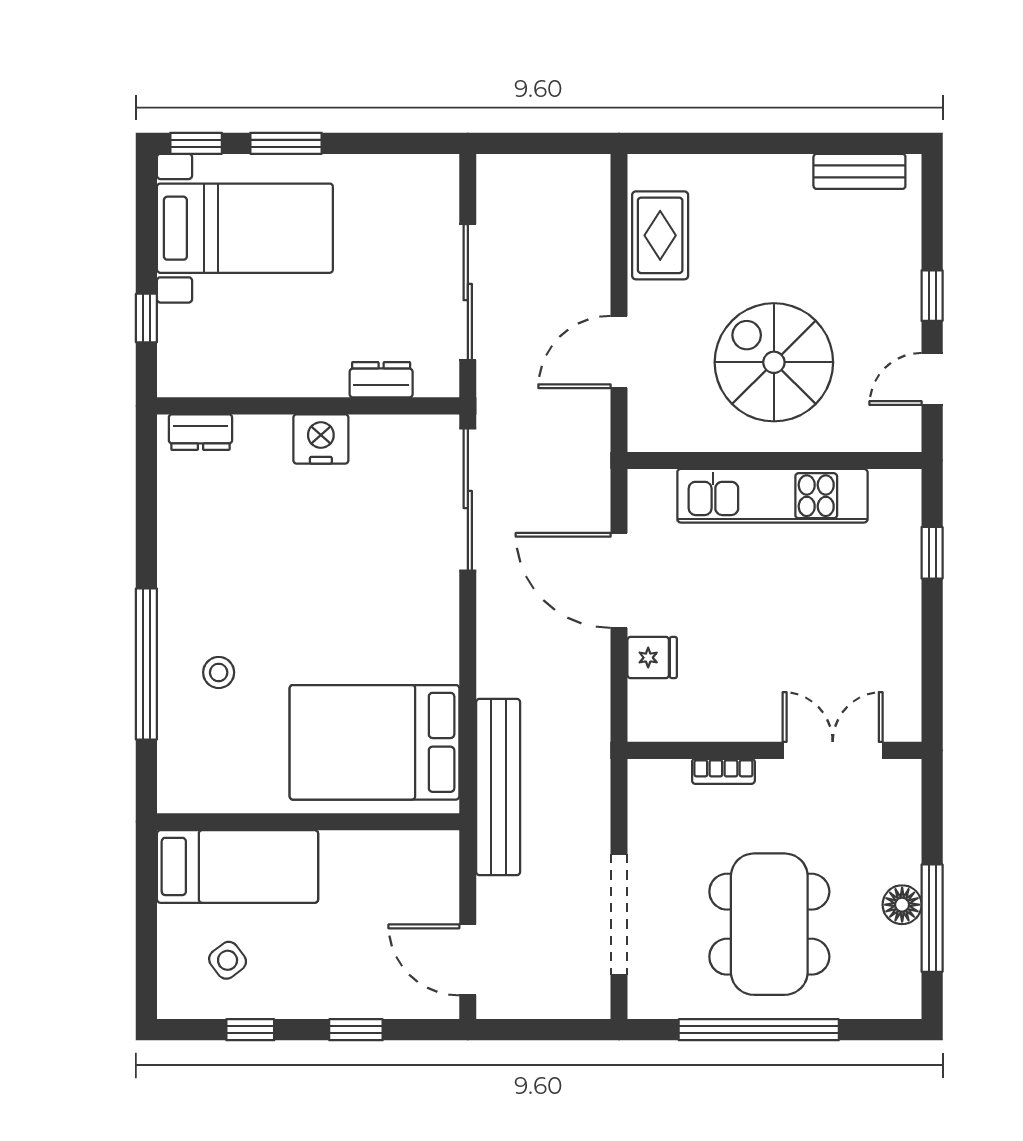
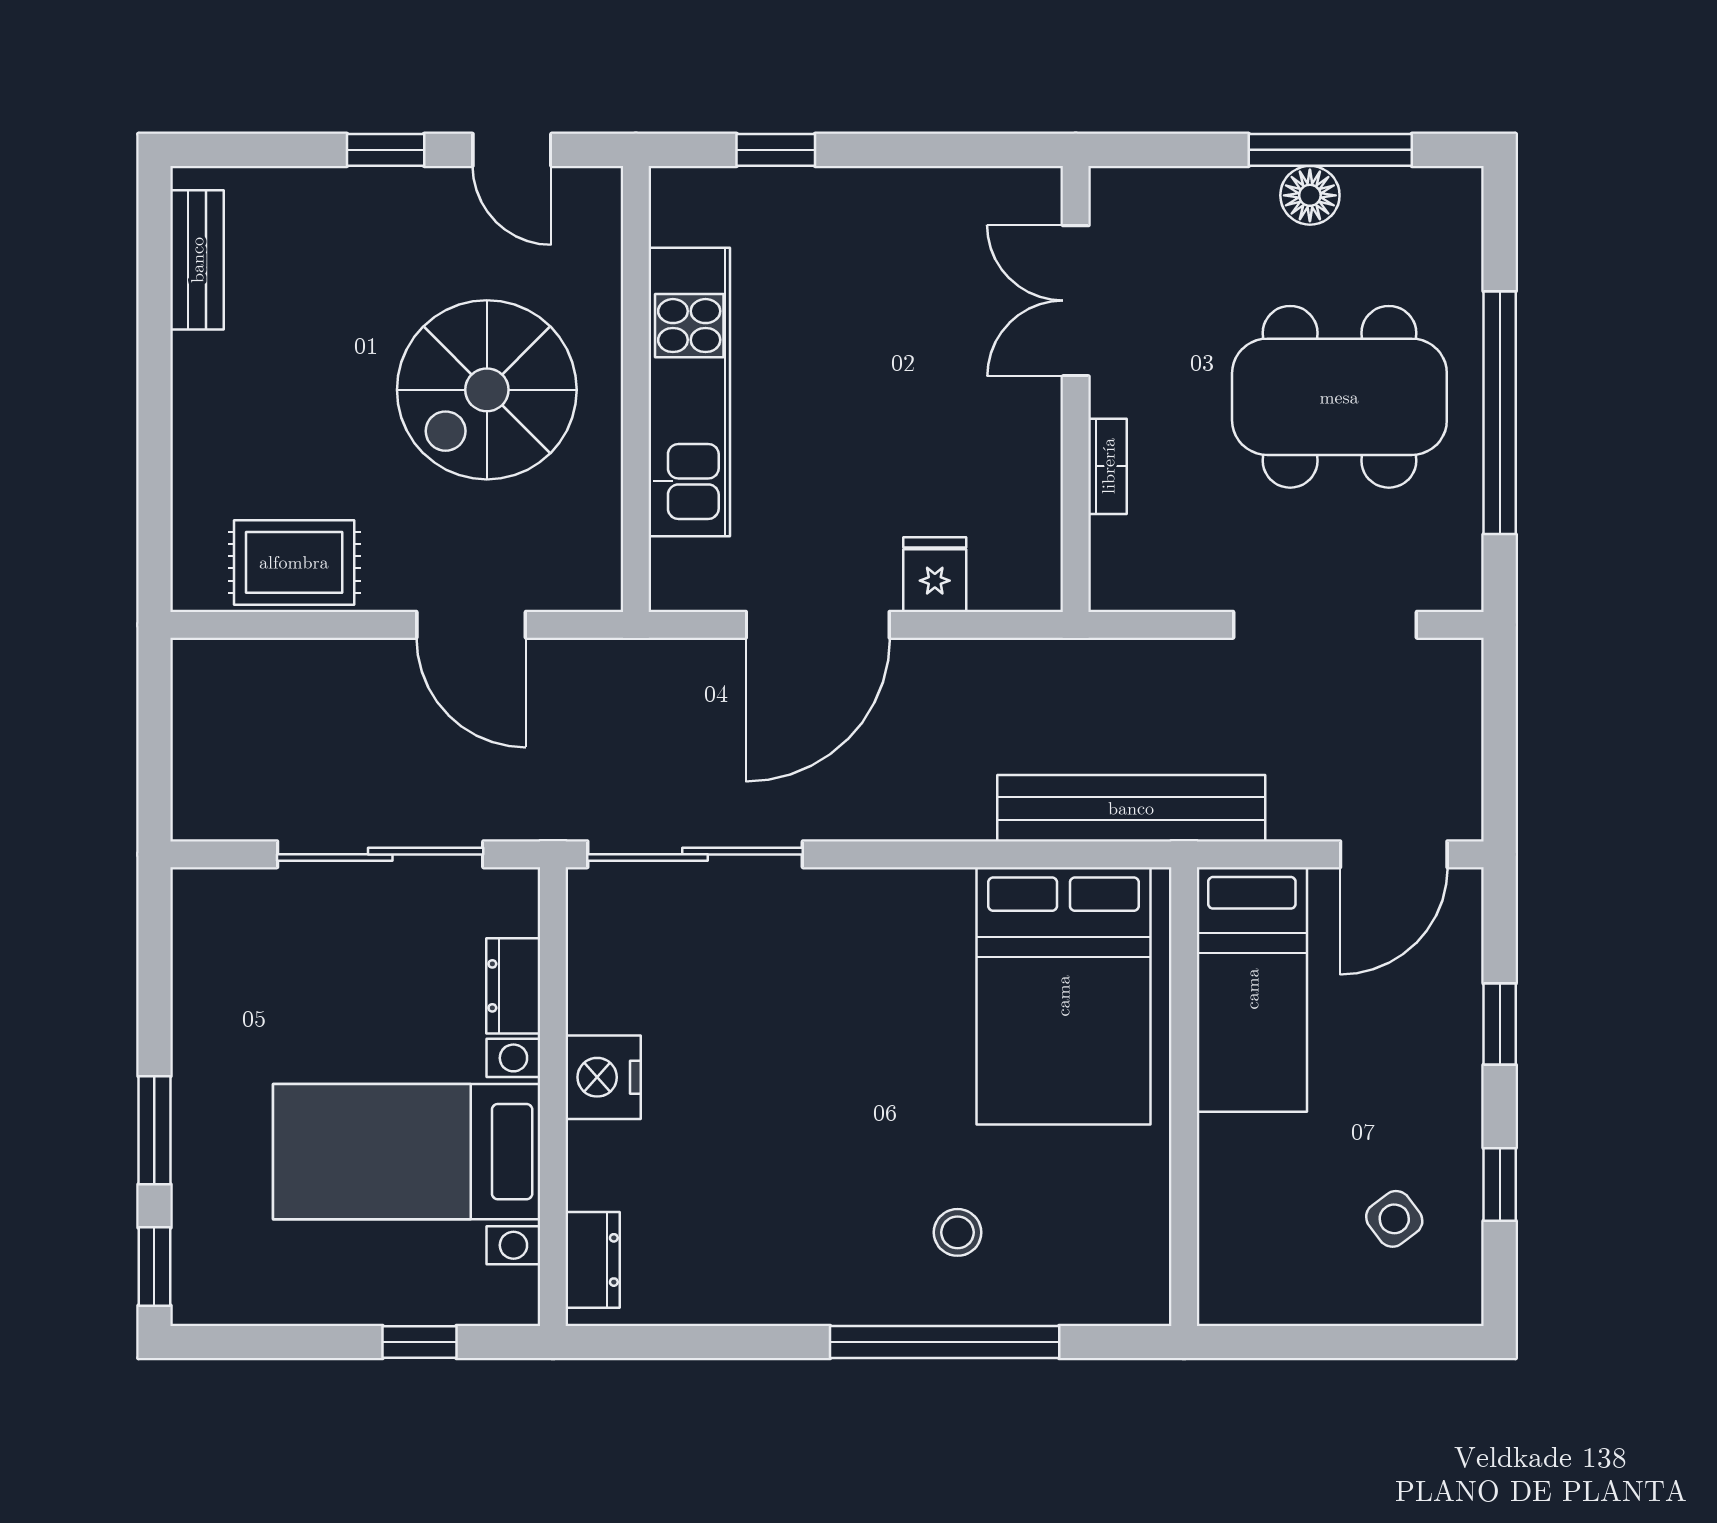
bed with nightstands: (245, 228) -> (407, 1152), moved, turned -90
bed: (238, 866) -> (1252, 989), moved, turned 180

